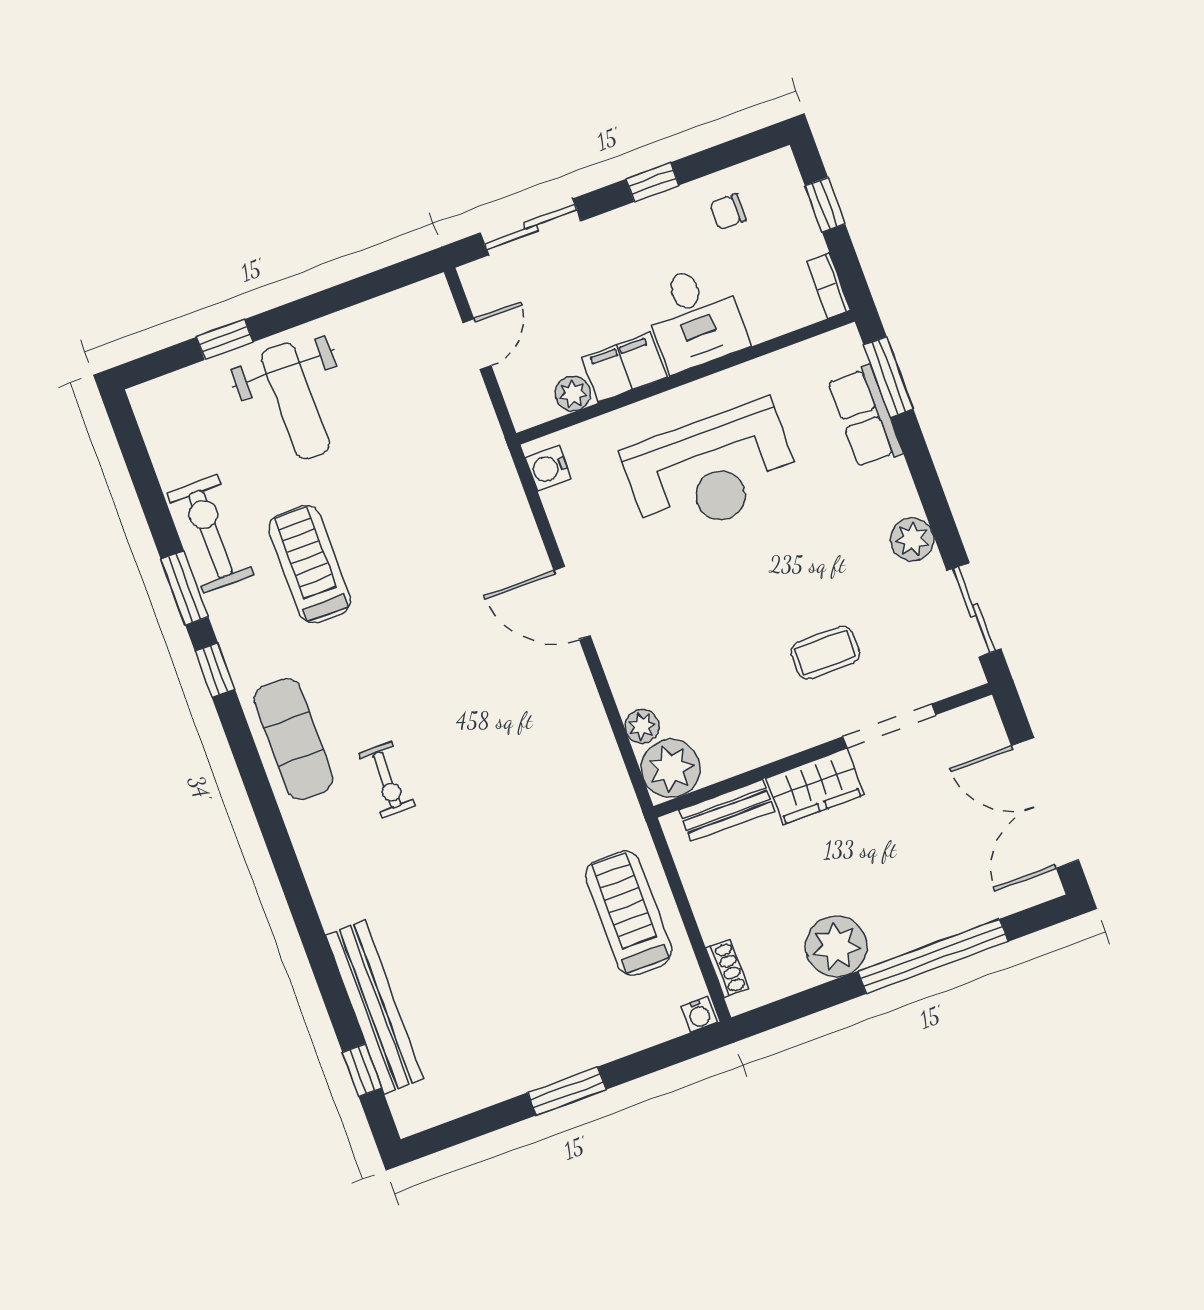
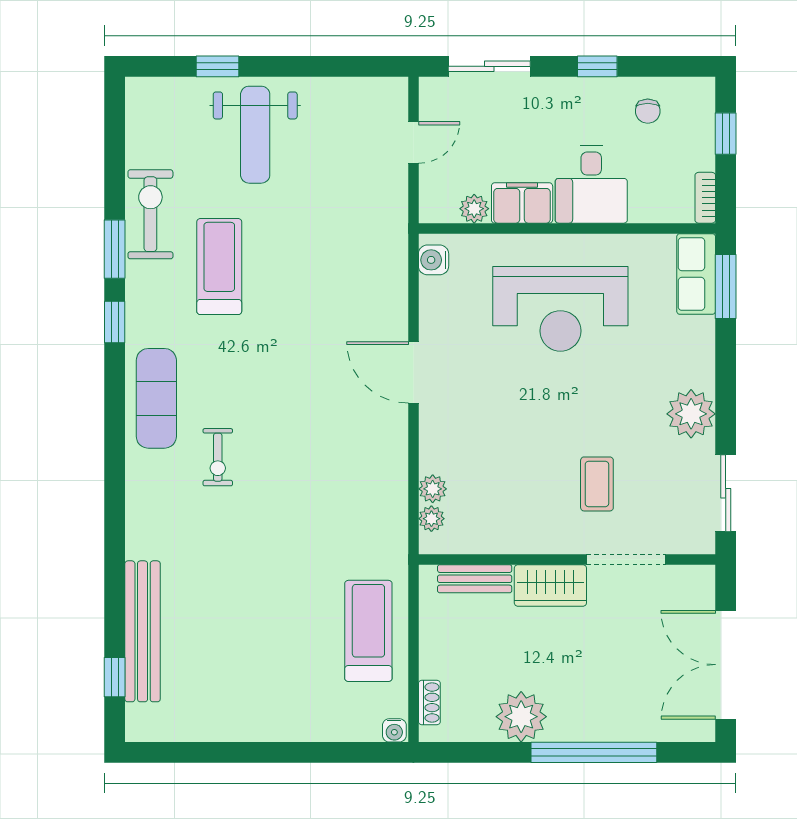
chair: (728, 212) -> (648, 111), turned -90
row of seats: (865, 416) -> (696, 274), moved
plant: (912, 539) -> (691, 414), width x1.36, depth x1.36
coffee table: (825, 653) -> (597, 484), turned 90
plant: (671, 768) -> (431, 519), width x0.53, depth x0.53
window: (567, 1091) -> (269, 752), removed

